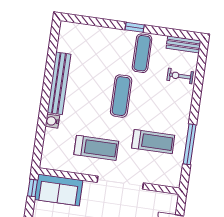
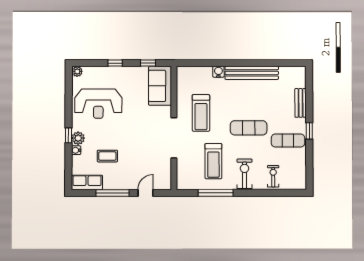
bench: (184, 44) -> (301, 103), moved
exercise bike: (173, 108) -> (244, 174), added
window: (33, 188) -> (148, 63), moved

